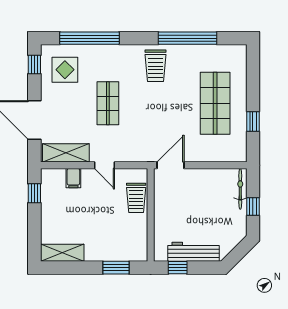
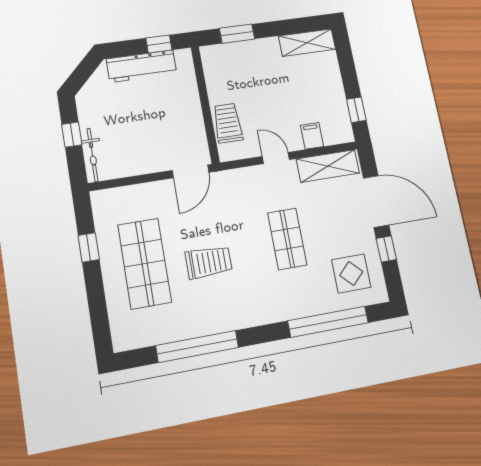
window: (34, 64) -> (386, 249), moved
trolley: (155, 66) -> (209, 262), moved, turned 90

